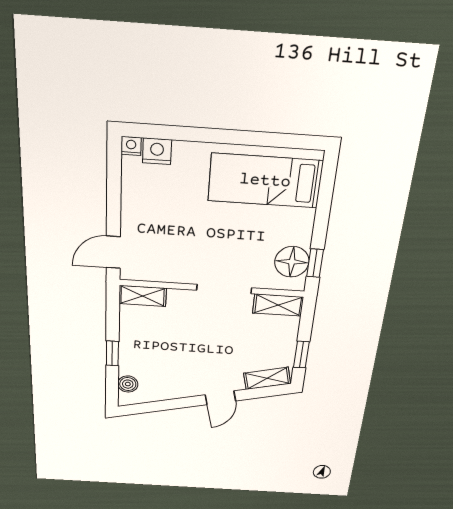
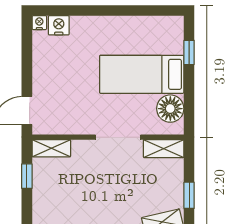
bed: (265, 181) -> (142, 74), moved
window: (315, 263) -> (189, 52), moved
window: (112, 353) -> (27, 176), moved

